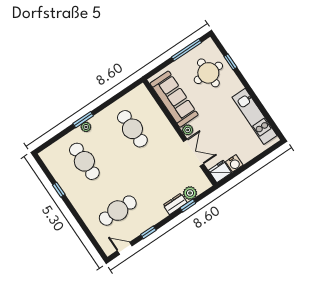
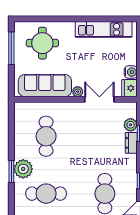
window: (230, 62) -> (46, 19), removed
plant: (86, 127) -> (23, 169), width x1.88, depth x1.88
cafe table: (132, 129) -> (46, 136), turned 90

